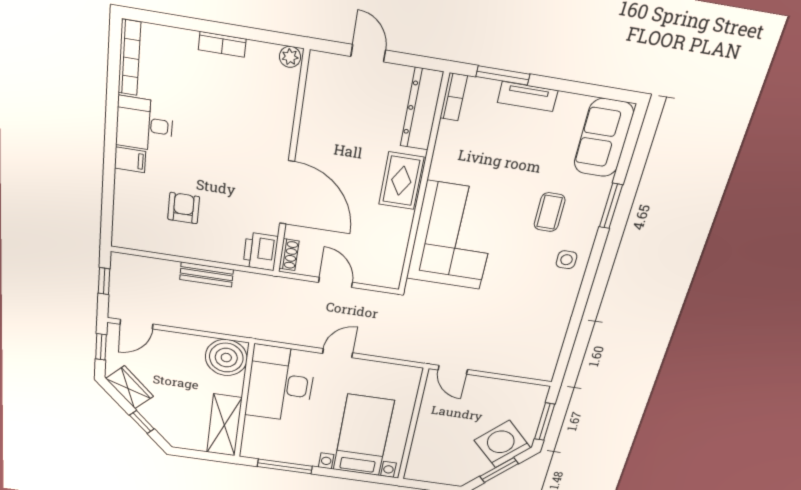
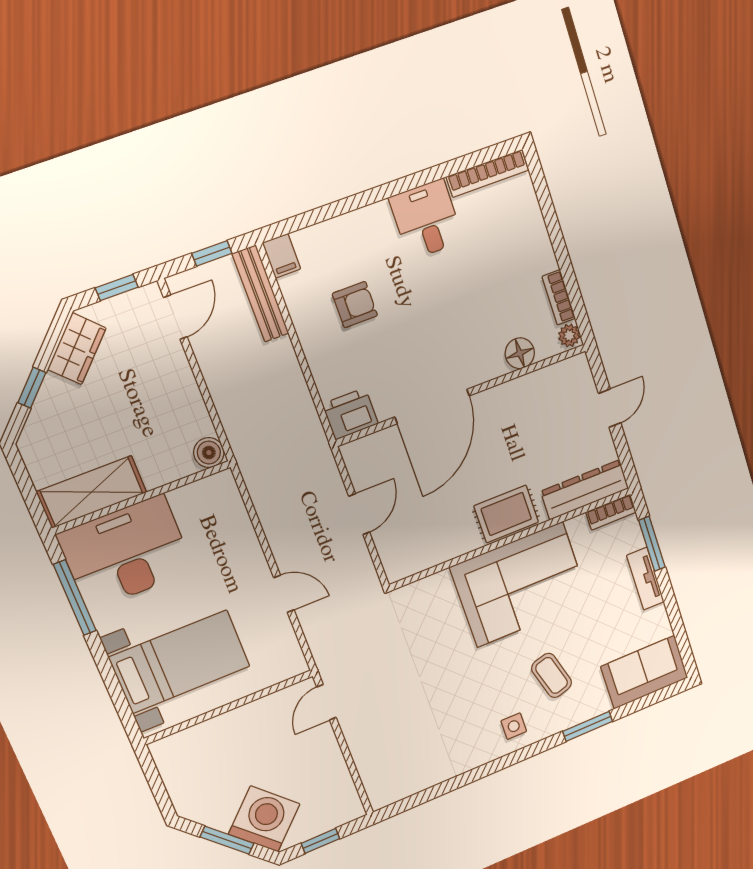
bookcase: (222, 44) -> (559, 297), moved
floor lamp: (283, 105) -> (520, 353), added
filing cabinet: (130, 160) -> (282, 256), moved
coffee table: (550, 212) -> (552, 675), turned 74
corner sofa: (454, 236) -> (520, 584), moved
shoe rack: (289, 255) -> (364, 447), removed
bench: (206, 275) -> (261, 294), moved, width x1.36
door: (137, 324) -> (175, 317), swing flipped
door: (338, 353) -> (284, 594), moved
boiler: (226, 358) -> (209, 453), width x0.54, depth x0.54
desk: (280, 384) -> (126, 553), moved
window: (545, 422) -> (320, 841), width x0.67

